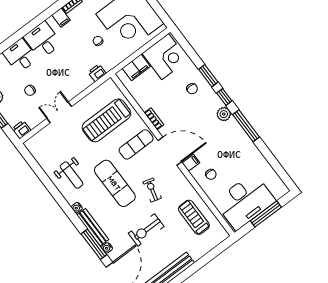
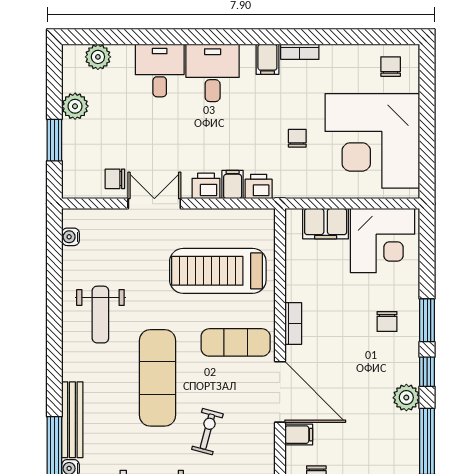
filing cabinet: (86, 80) -> (233, 184), added
chair: (30, 90) -> (115, 179), moved
printer: (21, 130) -> (206, 186), moved
water cooler: (77, 208) -> (71, 237), moved

